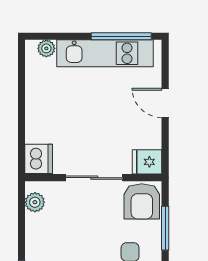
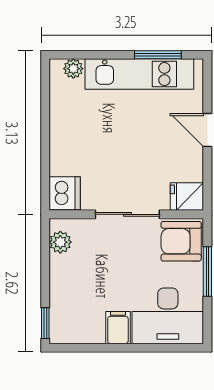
window: (121, 36) -> (158, 55), width x0.69
armchair: (142, 201) -> (181, 241), turned 90

